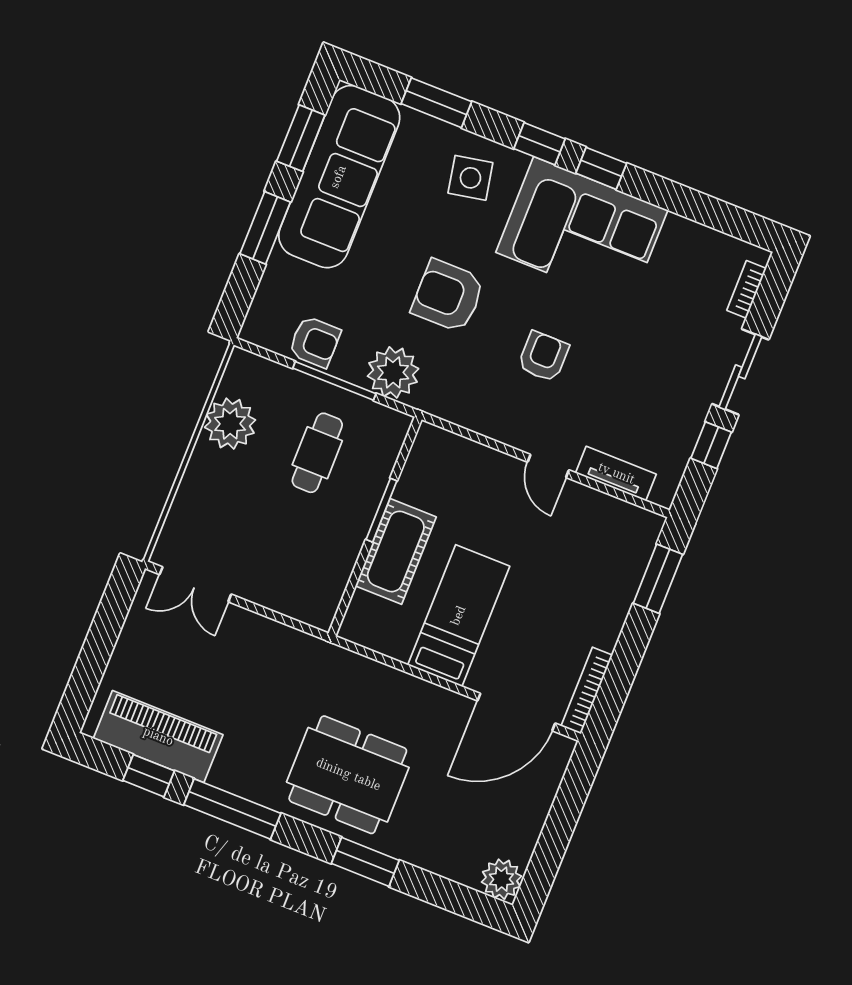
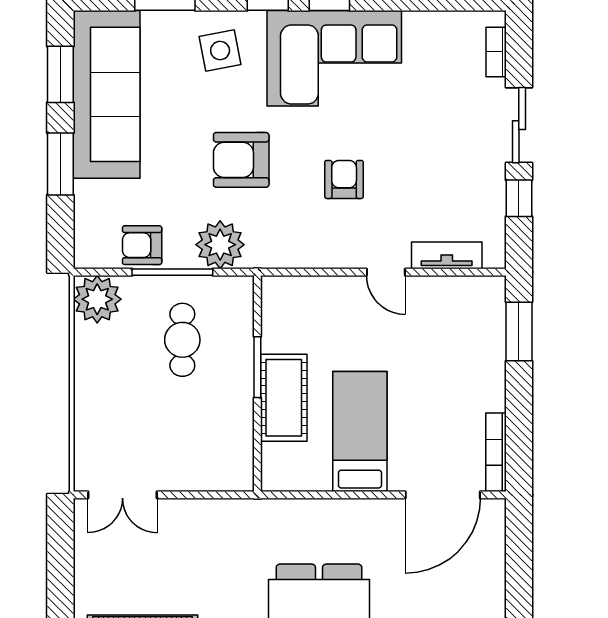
armchair: (315, 342) -> (142, 245), turned 180
plant: (230, 424) -> (97, 299), moved

